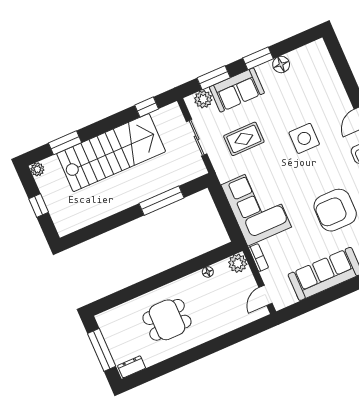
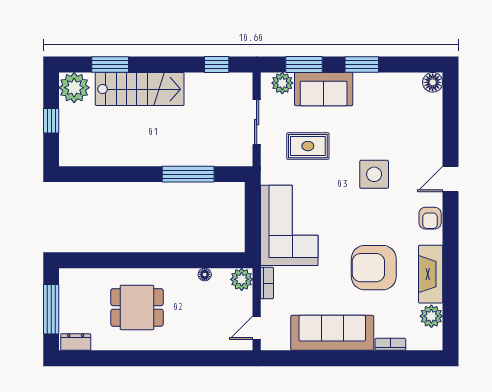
floor lamp: (281, 64) -> (433, 82), moved
stairs: (111, 153) -> (140, 89), width x0.73, depth x0.66
plant: (37, 169) -> (74, 88), width x1.88, depth x1.88

